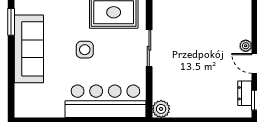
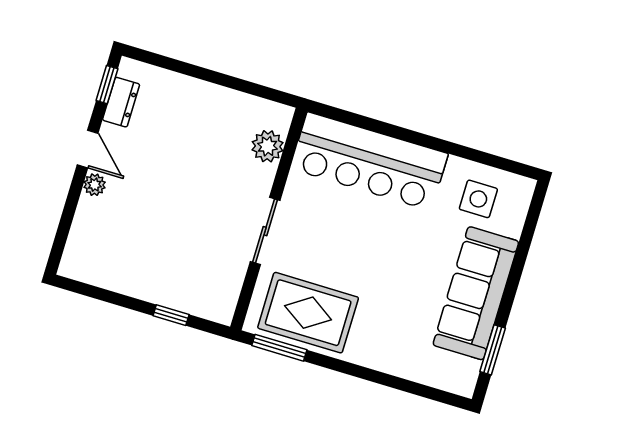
side table: (85, 50) -> (478, 199), moved
plant: (161, 109) -> (268, 146), moved

